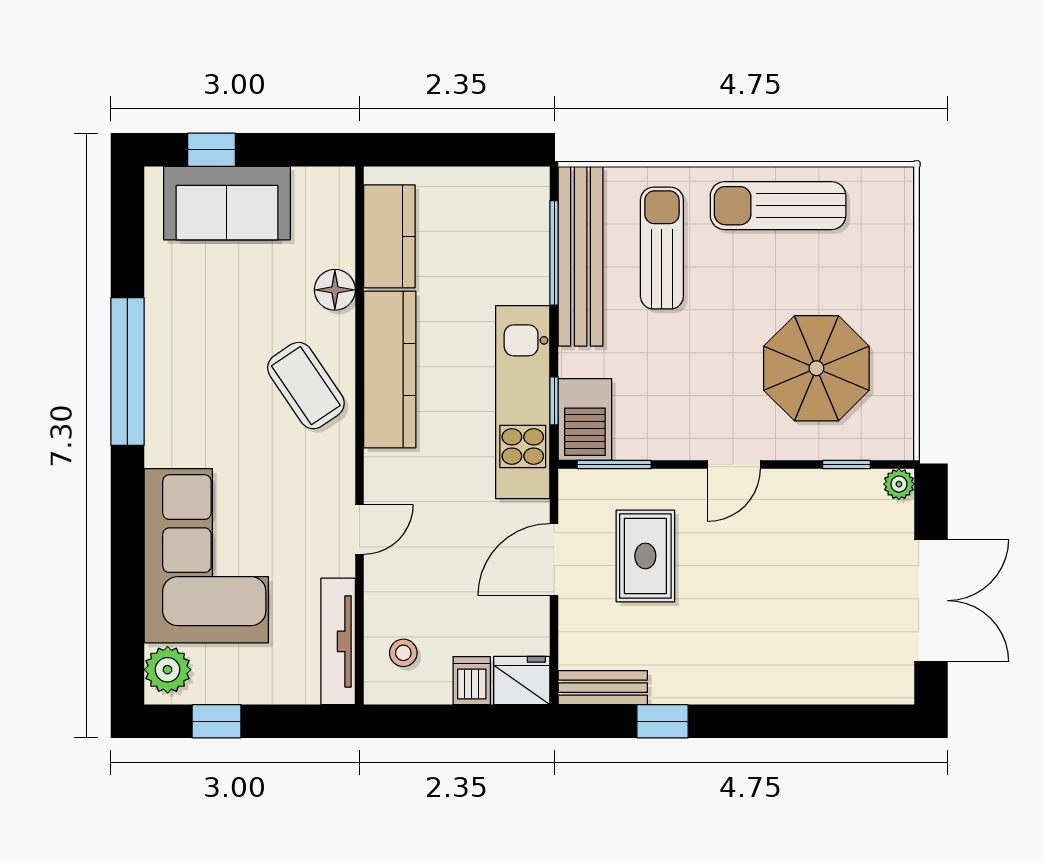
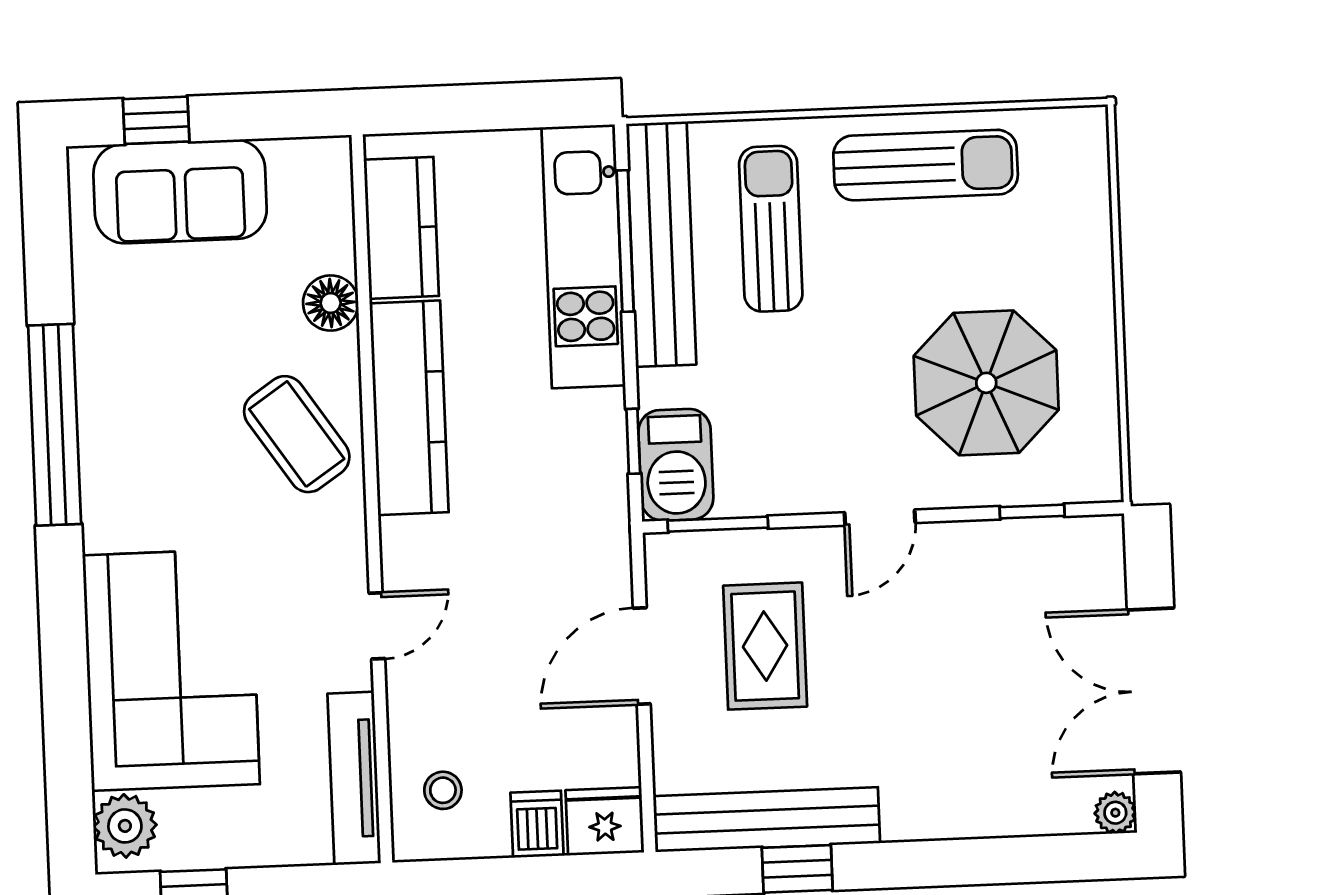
sun lounger: (778, 206) -> (926, 165), turned 180
kitchen unit: (523, 402) -> (583, 256), moved
plant: (899, 484) -> (1115, 813), moved
double door: (931, 601) -> (1154, 691), swing flipped
bench: (603, 688) -> (767, 820), width x1.86, depth x1.21

